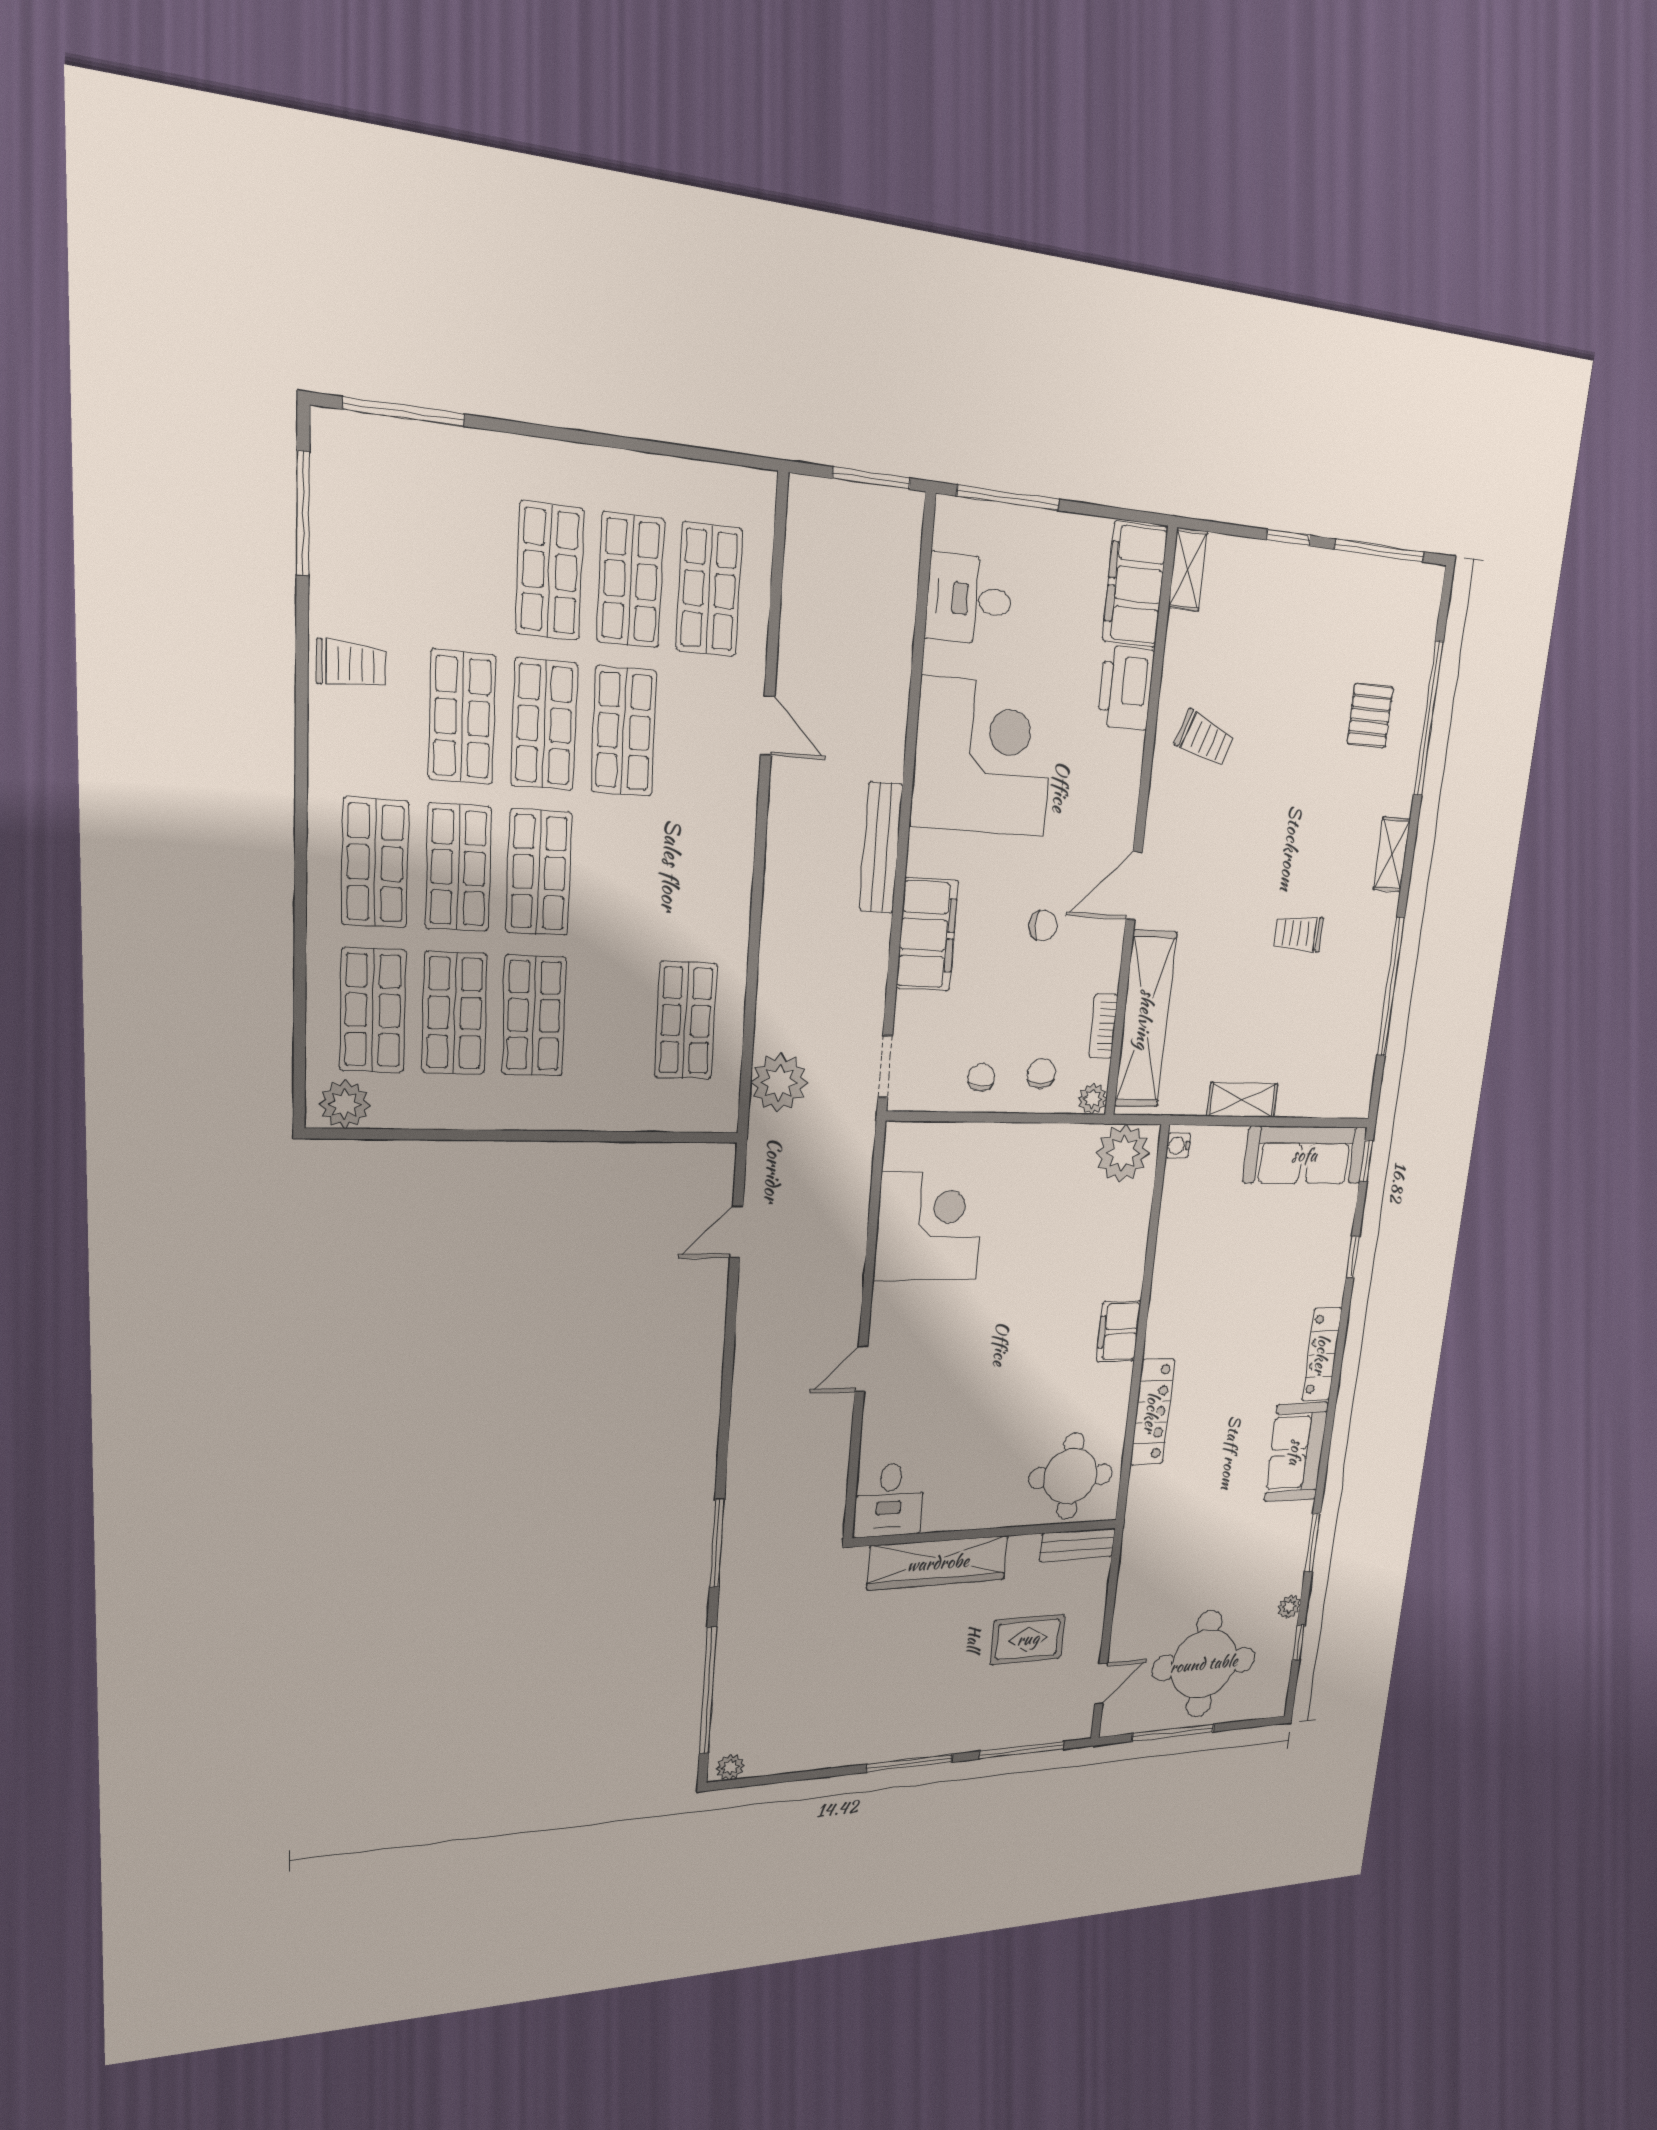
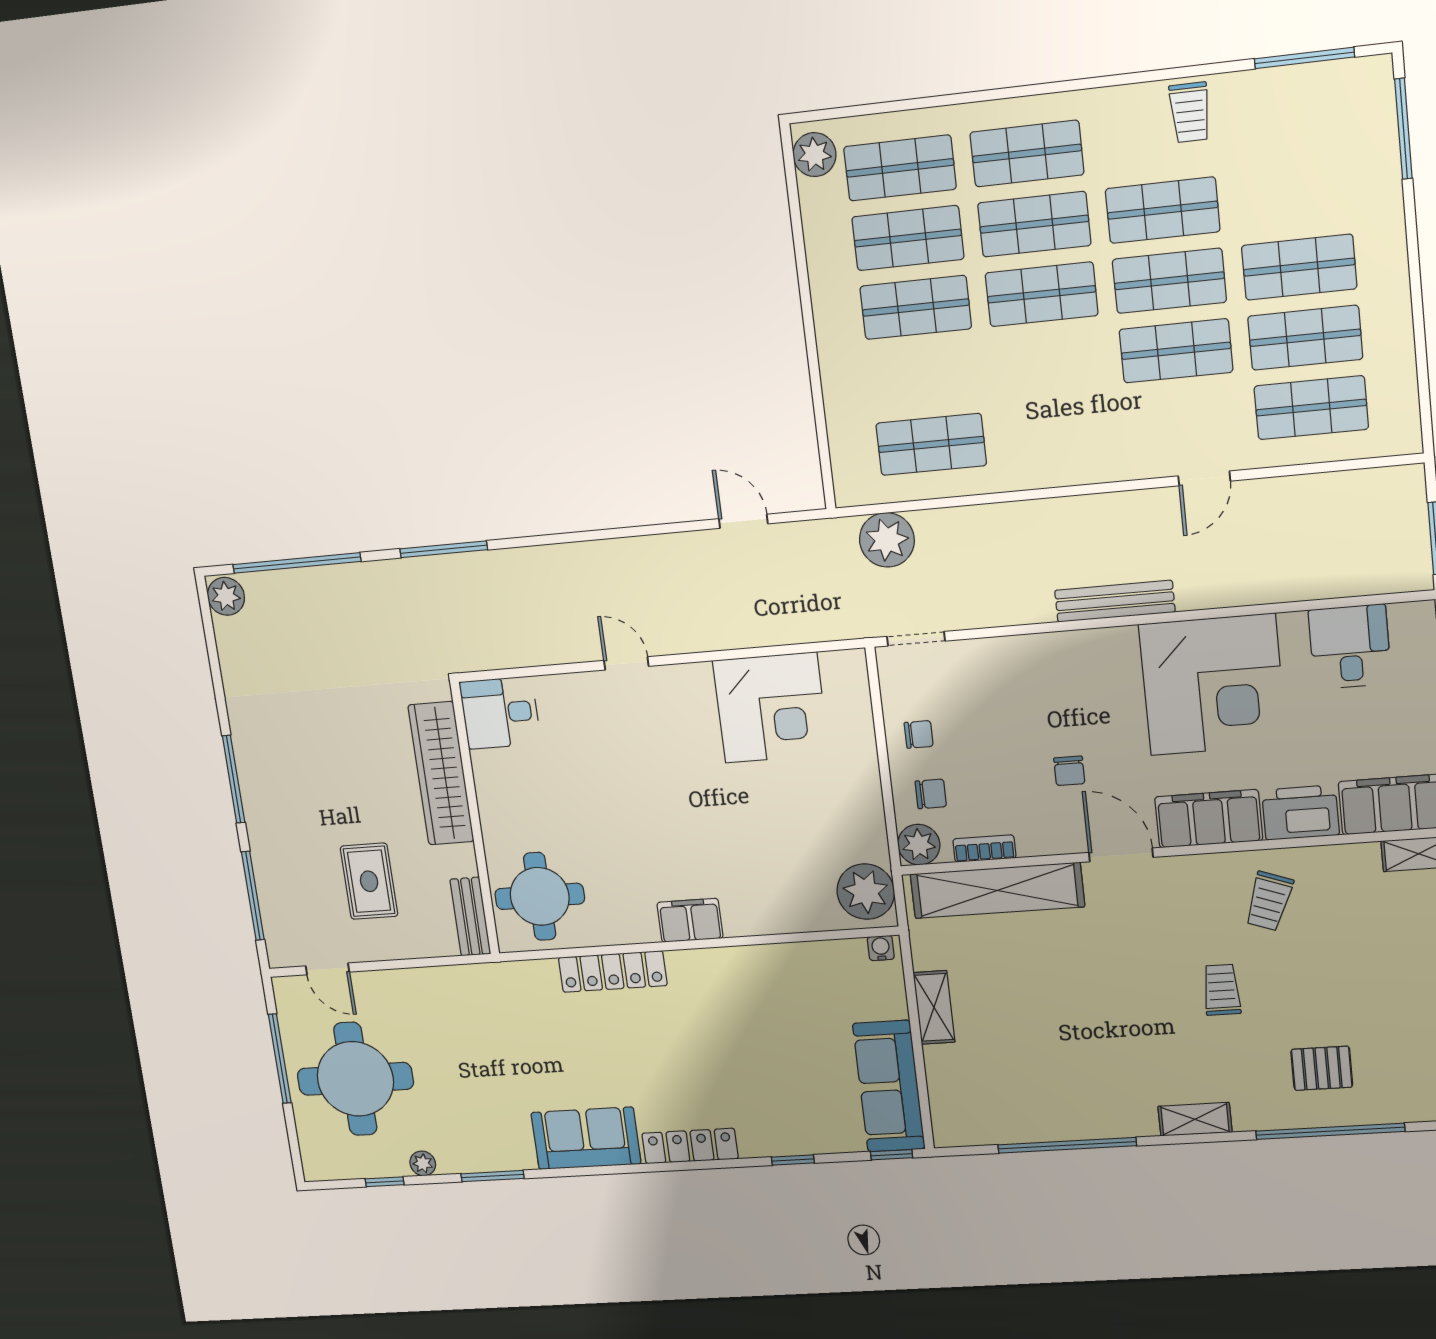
filing cabinet: (927, 934) -> (1209, 819), moved, turned 180
trolley: (1299, 934) -> (1222, 990), moved
plant: (1093, 1099) -> (919, 845), width x1.38, depth x1.38
plant: (730, 1767) -> (226, 596), width x1.38, depth x1.38

